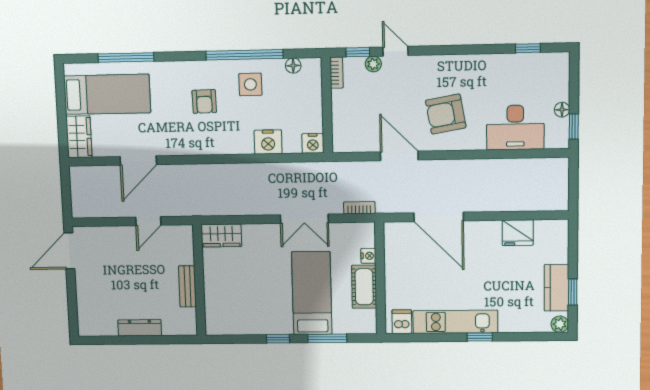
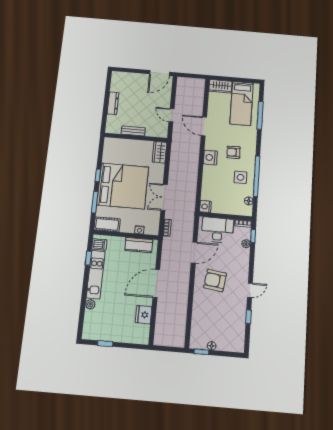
window: (528, 48) -> (248, 317), moved
door: (396, 51) -> (250, 290), moved
armchair: (446, 114) -> (215, 280), turned -72
desk: (515, 127) -> (217, 230), moved, turned 90
nightstand: (268, 142) -> (210, 158), moved
door: (138, 161) -> (204, 126), moved
door: (439, 217) -> (156, 283), moved
door: (69, 251) -> (160, 73), swing flipped
cot: (364, 287) -> (107, 224), moved
kitchen counter: (556, 288) -> (139, 245), moved, turned 180
bed: (312, 293) -> (123, 186), width x2.04
plant: (560, 324) -> (90, 304), moved
window: (480, 337) -> (88, 258), moved

